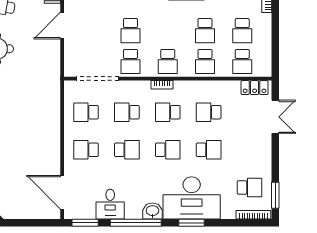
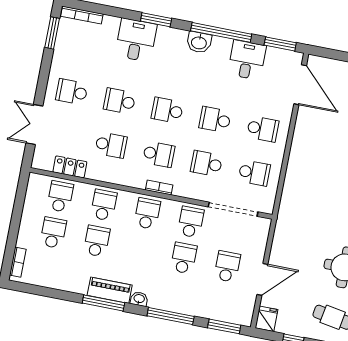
school desk: (93, 31) -> (227, 266), added
locker: (255, 88) -> (70, 167), moved
school desk: (127, 112) -> (206, 164), turned 180
school desk: (249, 187) -> (72, 92), moved
desk: (192, 198) -> (136, 40), width x0.53, depth x0.77

